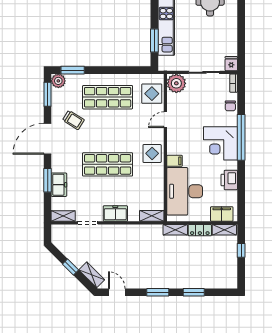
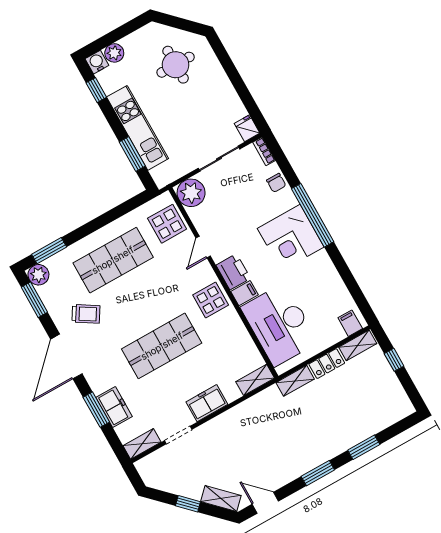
printer: (229, 180) -> (233, 272), moved, turned 180
filing cabinet: (222, 214) -> (350, 323), width x0.50

